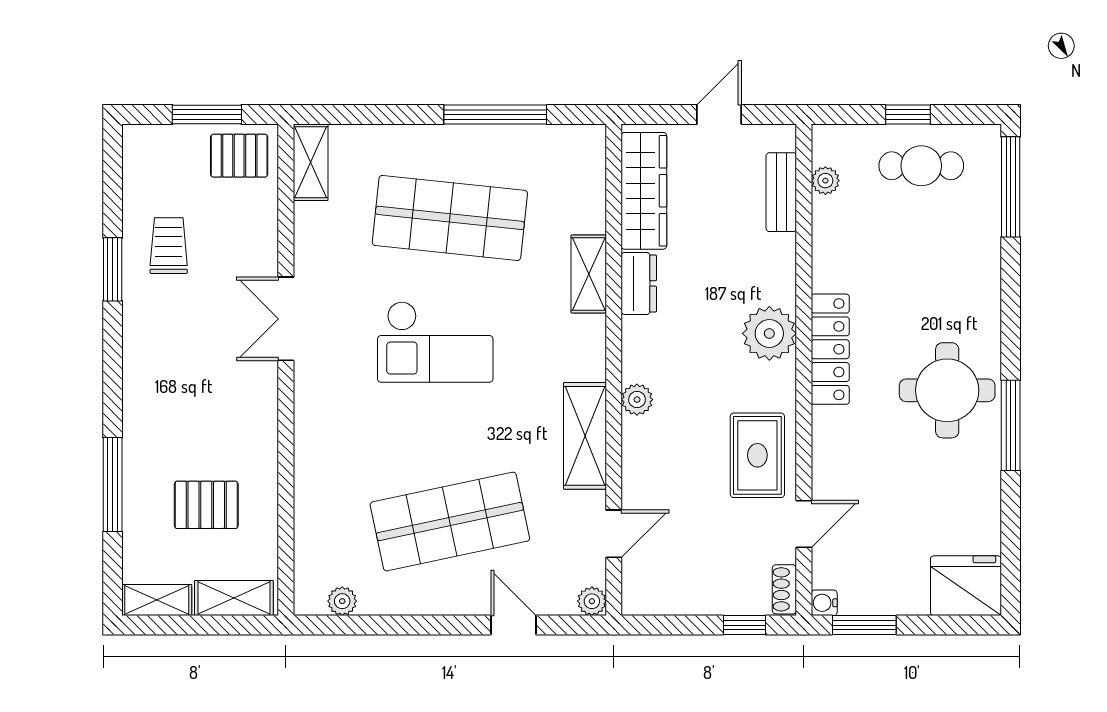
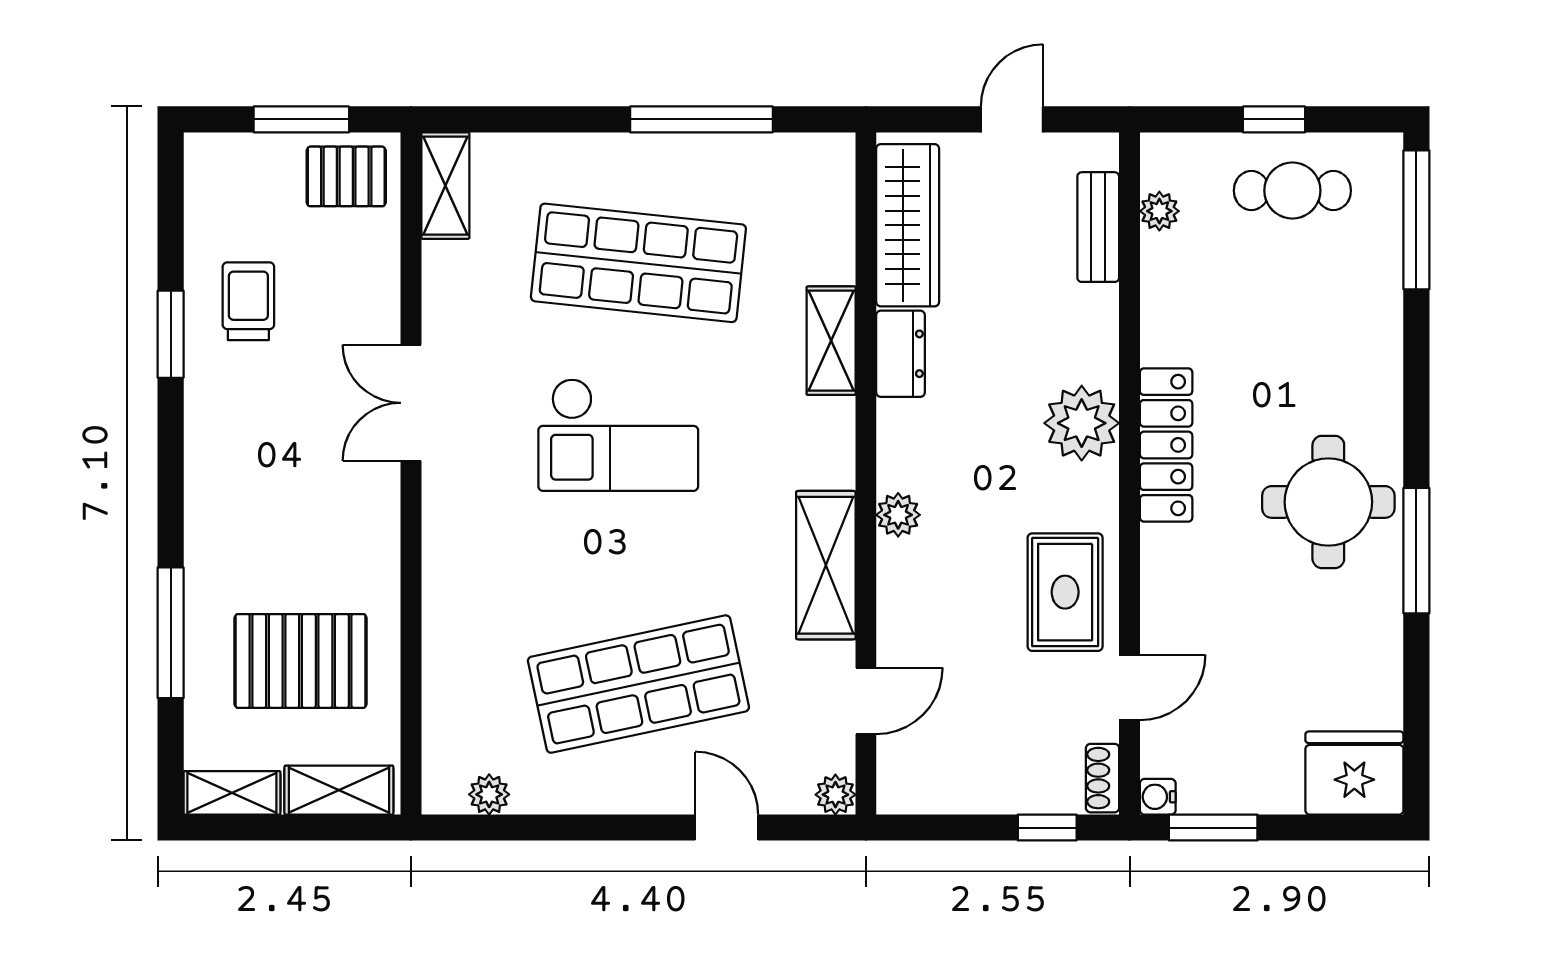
pallet: (206, 505) -> (301, 661), width x1.50, depth x1.42

